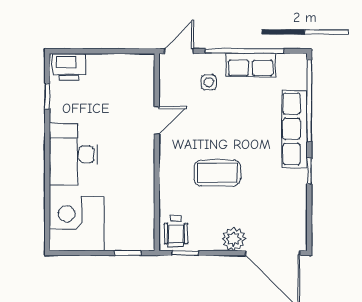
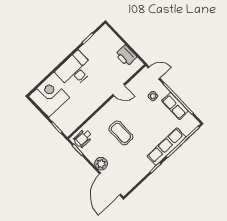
printer: (69, 67) -> (126, 56), moved

